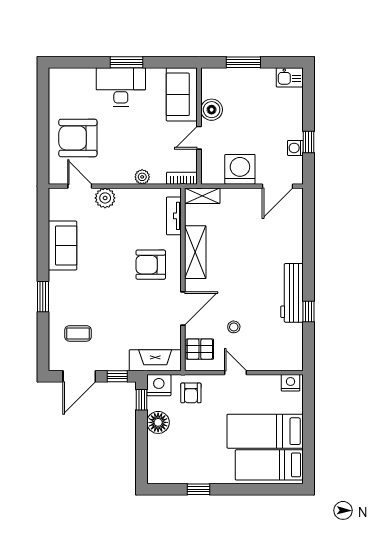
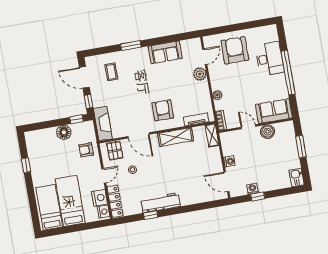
window: (126, 62) -> (288, 73), width x2.11
desk: (121, 87) -> (270, 59), moved
washing machine: (240, 169) -> (229, 161), width x0.53, depth x0.53
locker: (278, 362) -> (115, 201), added
nightstand: (159, 385) -> (100, 198), moved

